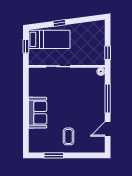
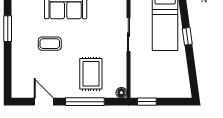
rug: (87, 94) -> (91, 74), added
coffee table: (68, 136) -> (50, 44), moved

